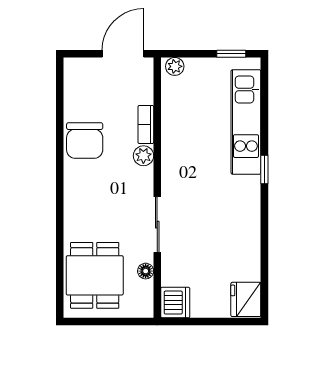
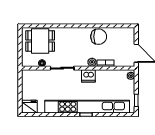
kitchen unit: (246, 122) -> (87, 107), width x1.86
chair: (85, 141) -> (99, 37), turned 180
dishwasher: (175, 303) -> (88, 76), moved

